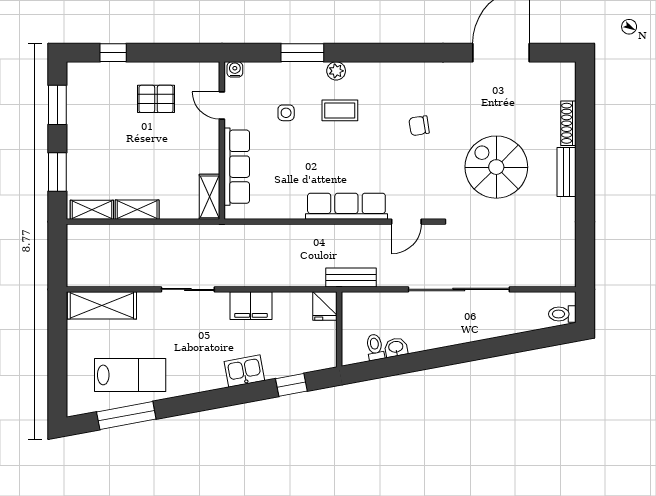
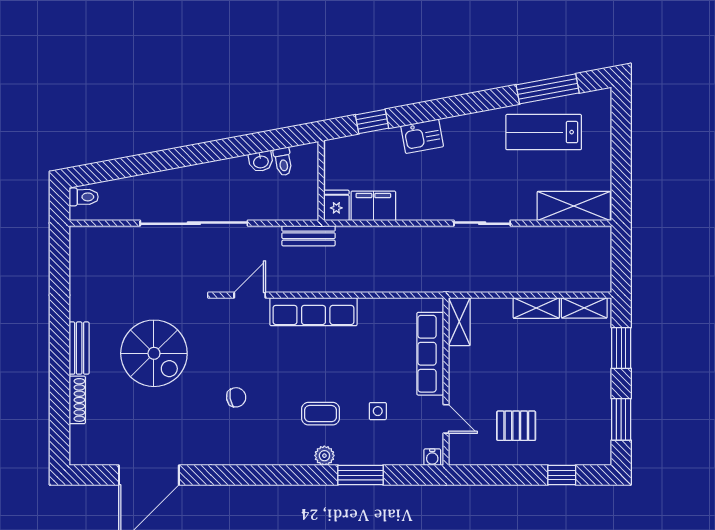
filing cabinet: (251, 306) -> (373, 206), moved

